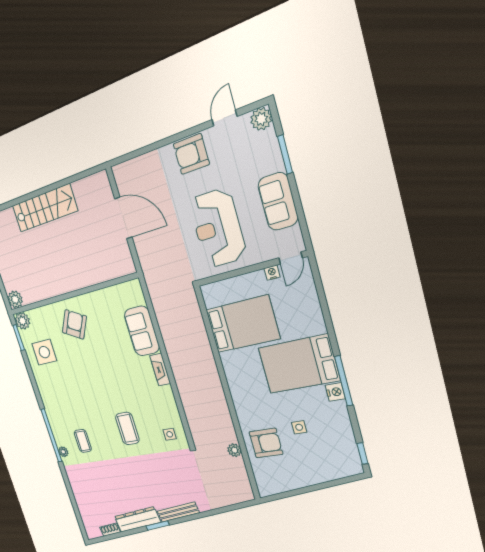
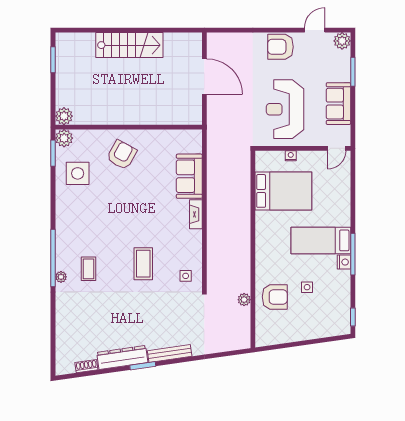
nightstand: (272, 273) -> (291, 156), moved
bed: (299, 364) -> (321, 240), width x0.67

